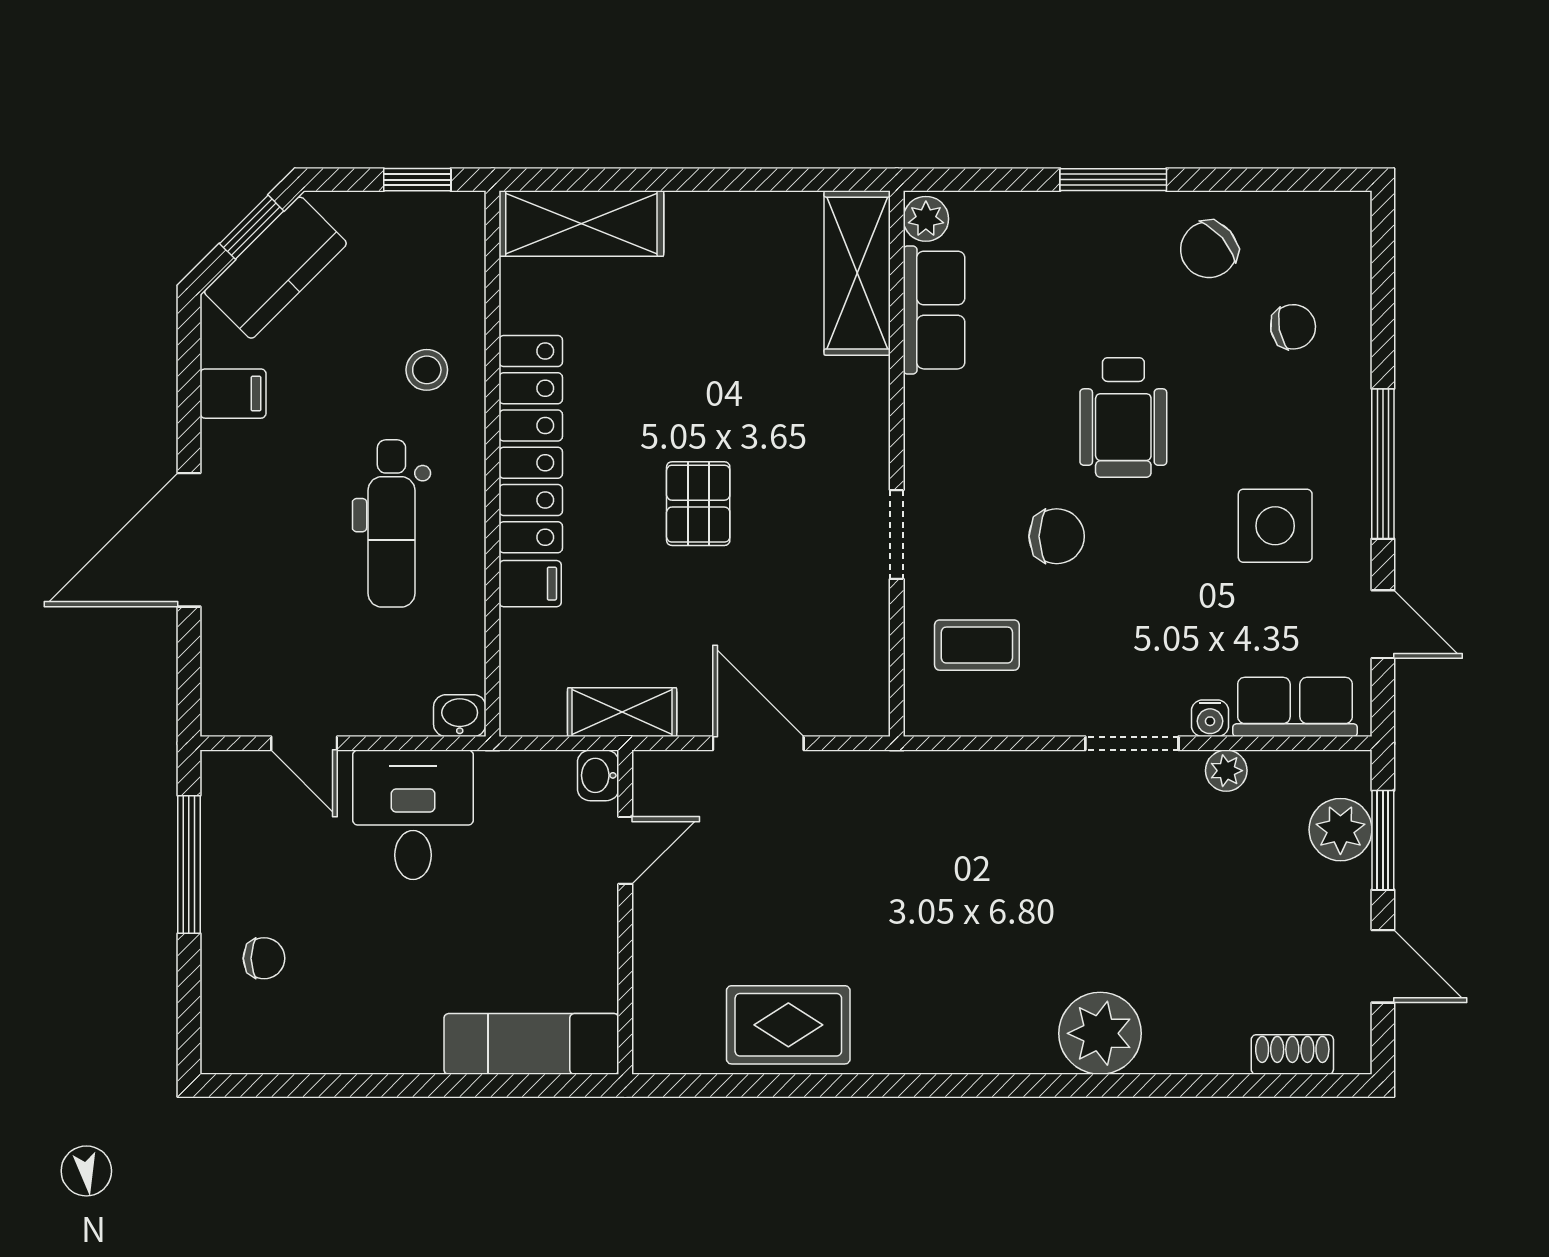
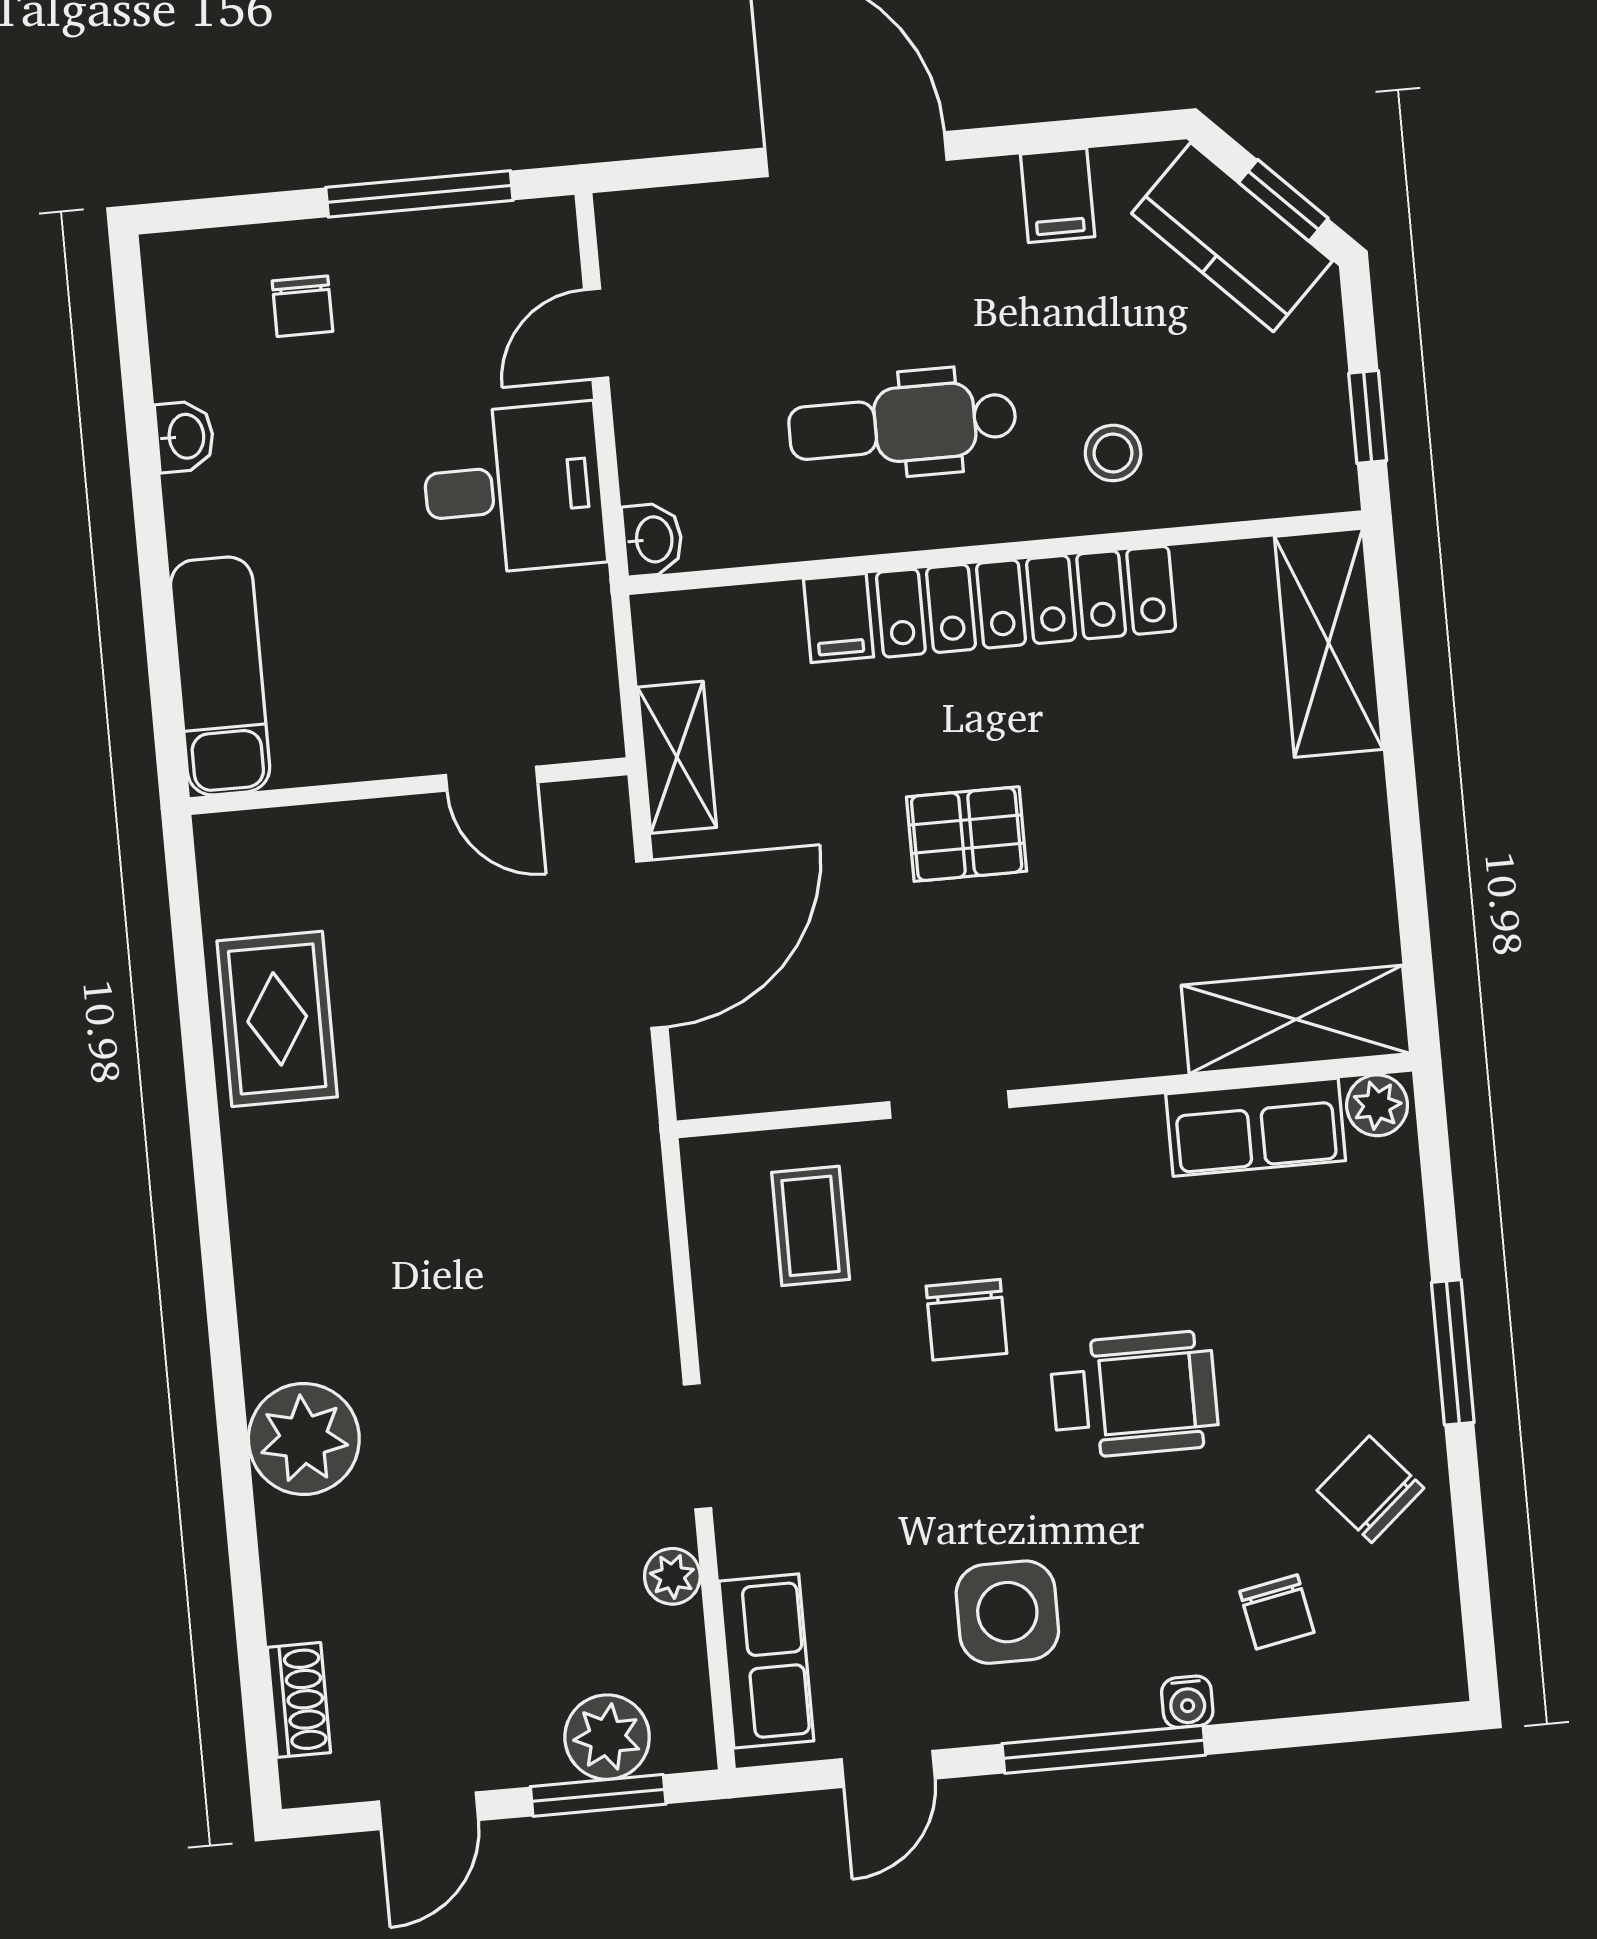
wheelchair: (1123, 417) -> (1134, 1395), turned 180
water cooler: (1210, 718) -> (1187, 1702), moved, turned -90
door: (758, 743) -> (652, 944), width x1.36
washbasin: (598, 775) -> (185, 436), moved, turned 90

